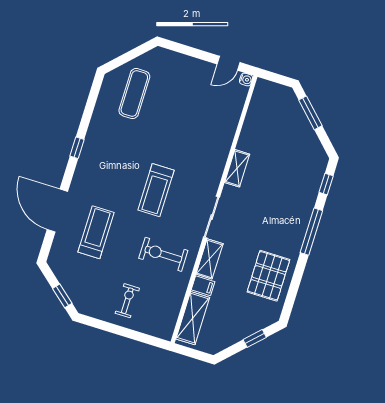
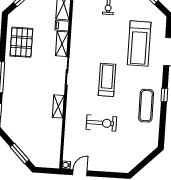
exercise mat: (134, 94) -> (146, 106), moved
treadmill: (96, 232) -> (139, 44), width x1.37, depth x1.38
exercise bike: (163, 254) -> (101, 123), moved

